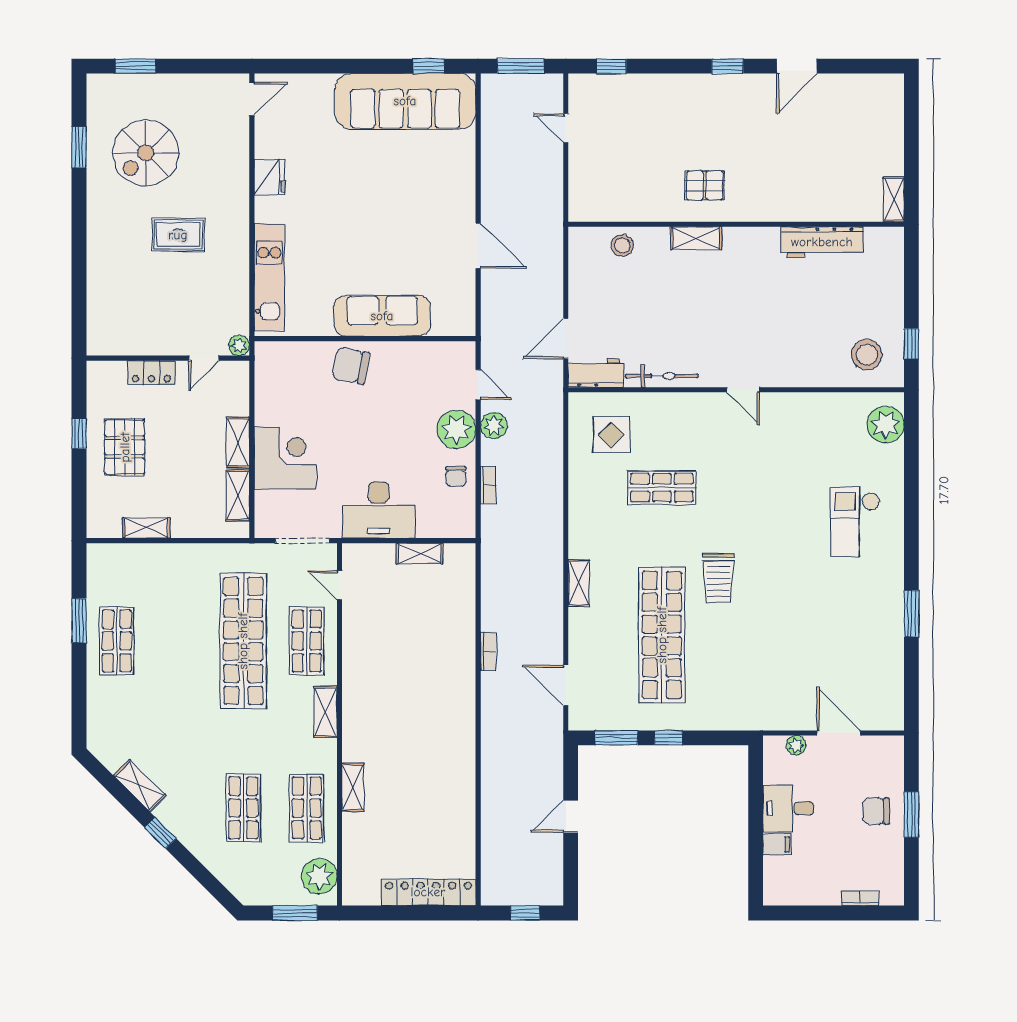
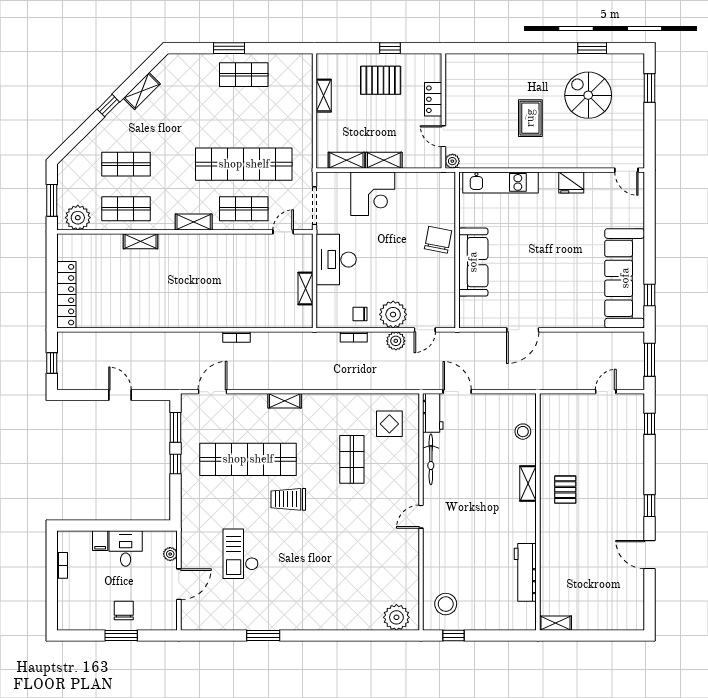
checkout: (855, 522) -> (241, 554), moved, turned -90
window: (79, 621) -> (229, 48), moved
bookcase: (860, 898) -> (62, 565), moved

